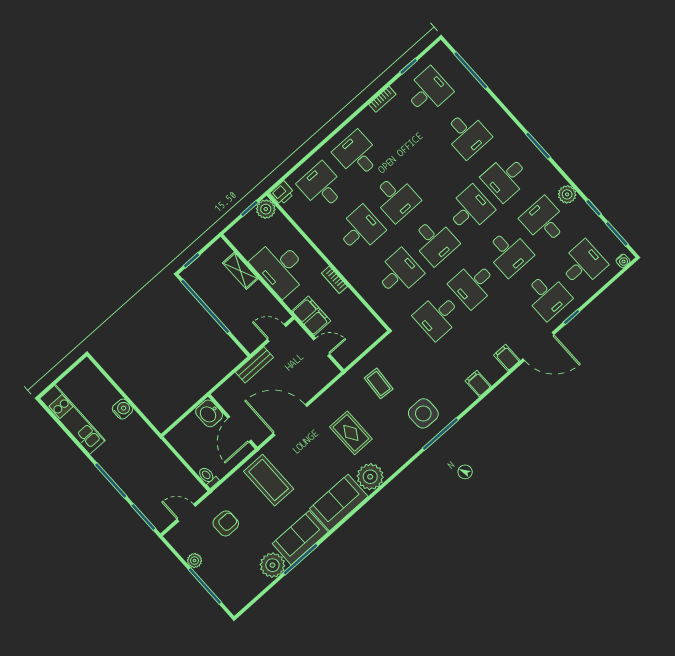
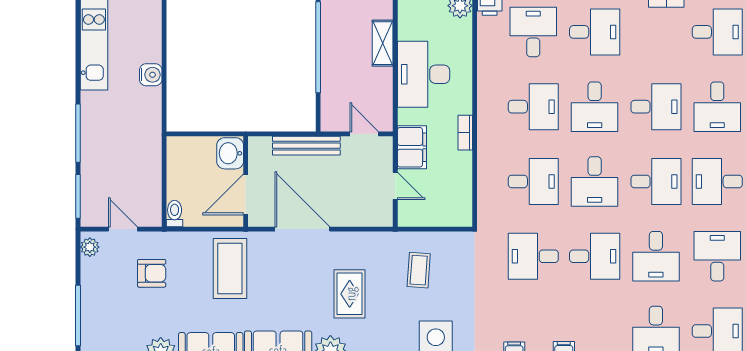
desk: (357, 155) -> (595, 32), turned 90
desk: (431, 166) -> (656, 107), added
desk: (473, 284) -> (595, 256), turned 180
bench: (254, 365) -> (306, 146), width x1.36
plant: (195, 561) -> (90, 247), moved

